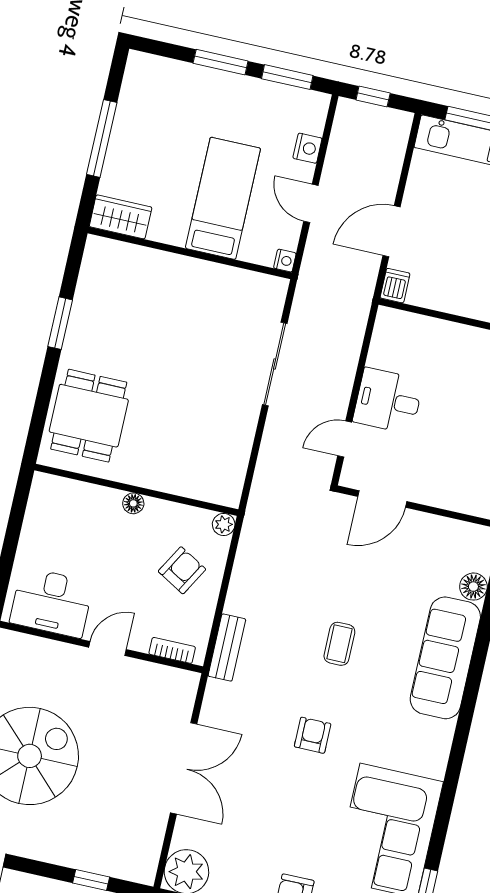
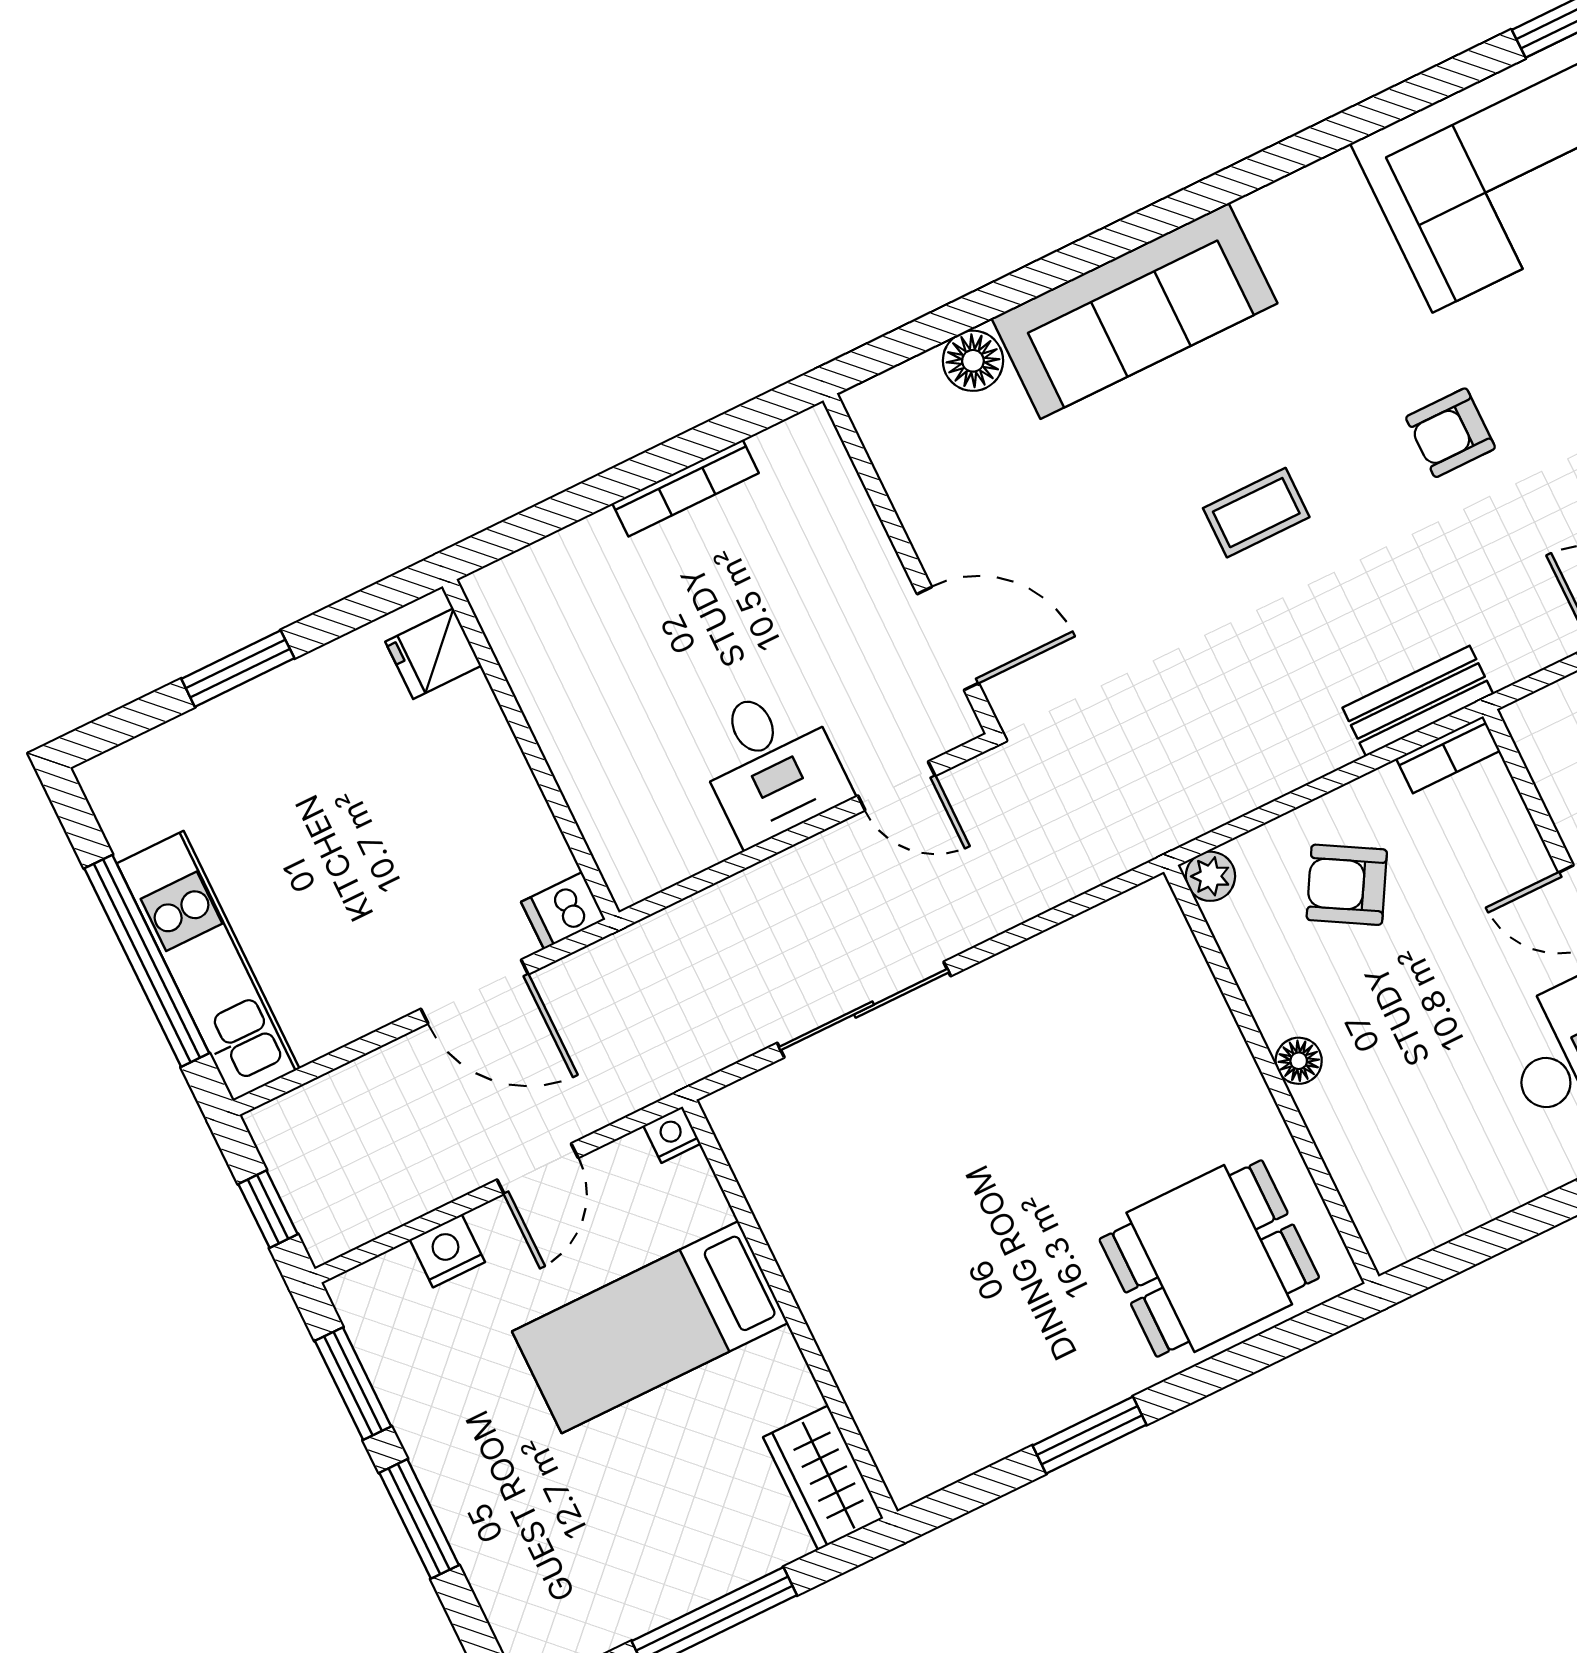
bookcase: (172, 650) -> (1448, 755), moved, turned -90

